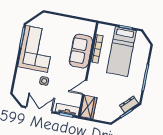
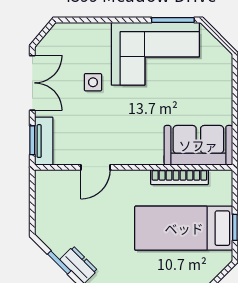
sofa: (81, 51) -> (198, 145), moved
door: (85, 88) -> (96, 167), swing flipped
wardrobe: (89, 107) -> (57, 183), removed

